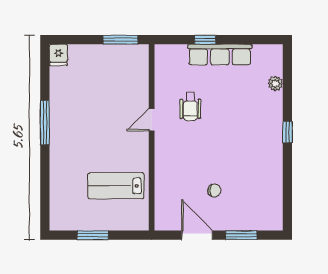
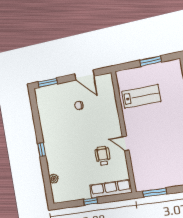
window: (205, 40) -> (91, 201), moved
row of seats: (220, 55) -> (111, 189), moved
door: (152, 120) -> (126, 143), swing flipped
window: (241, 235) -> (48, 83), moved

